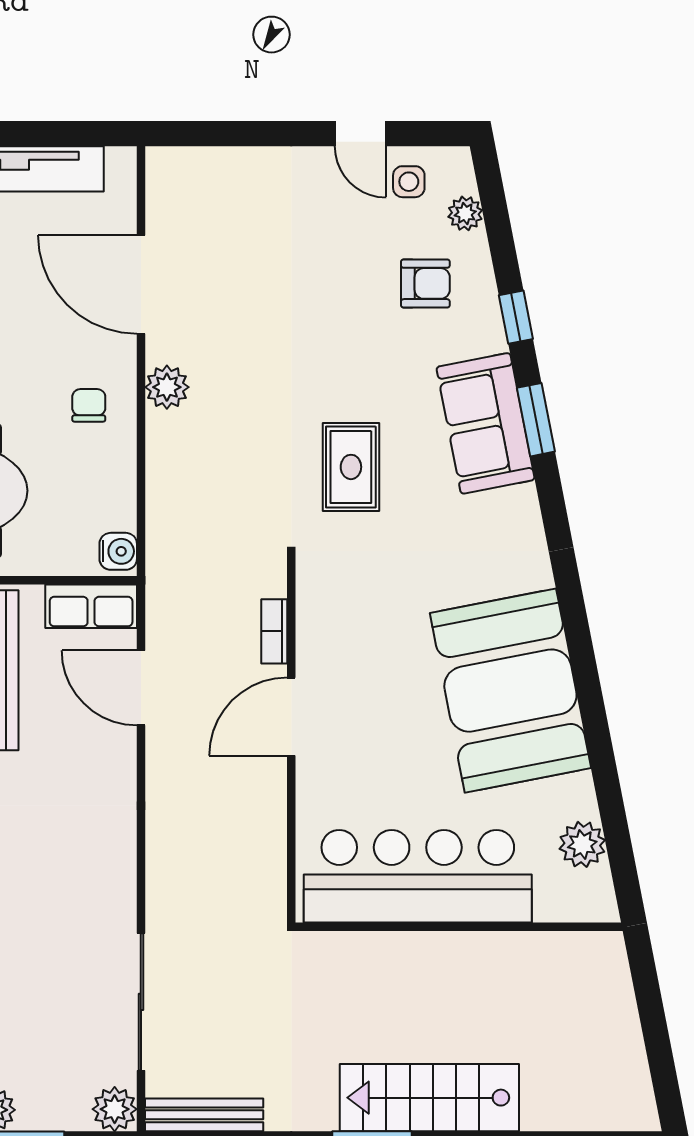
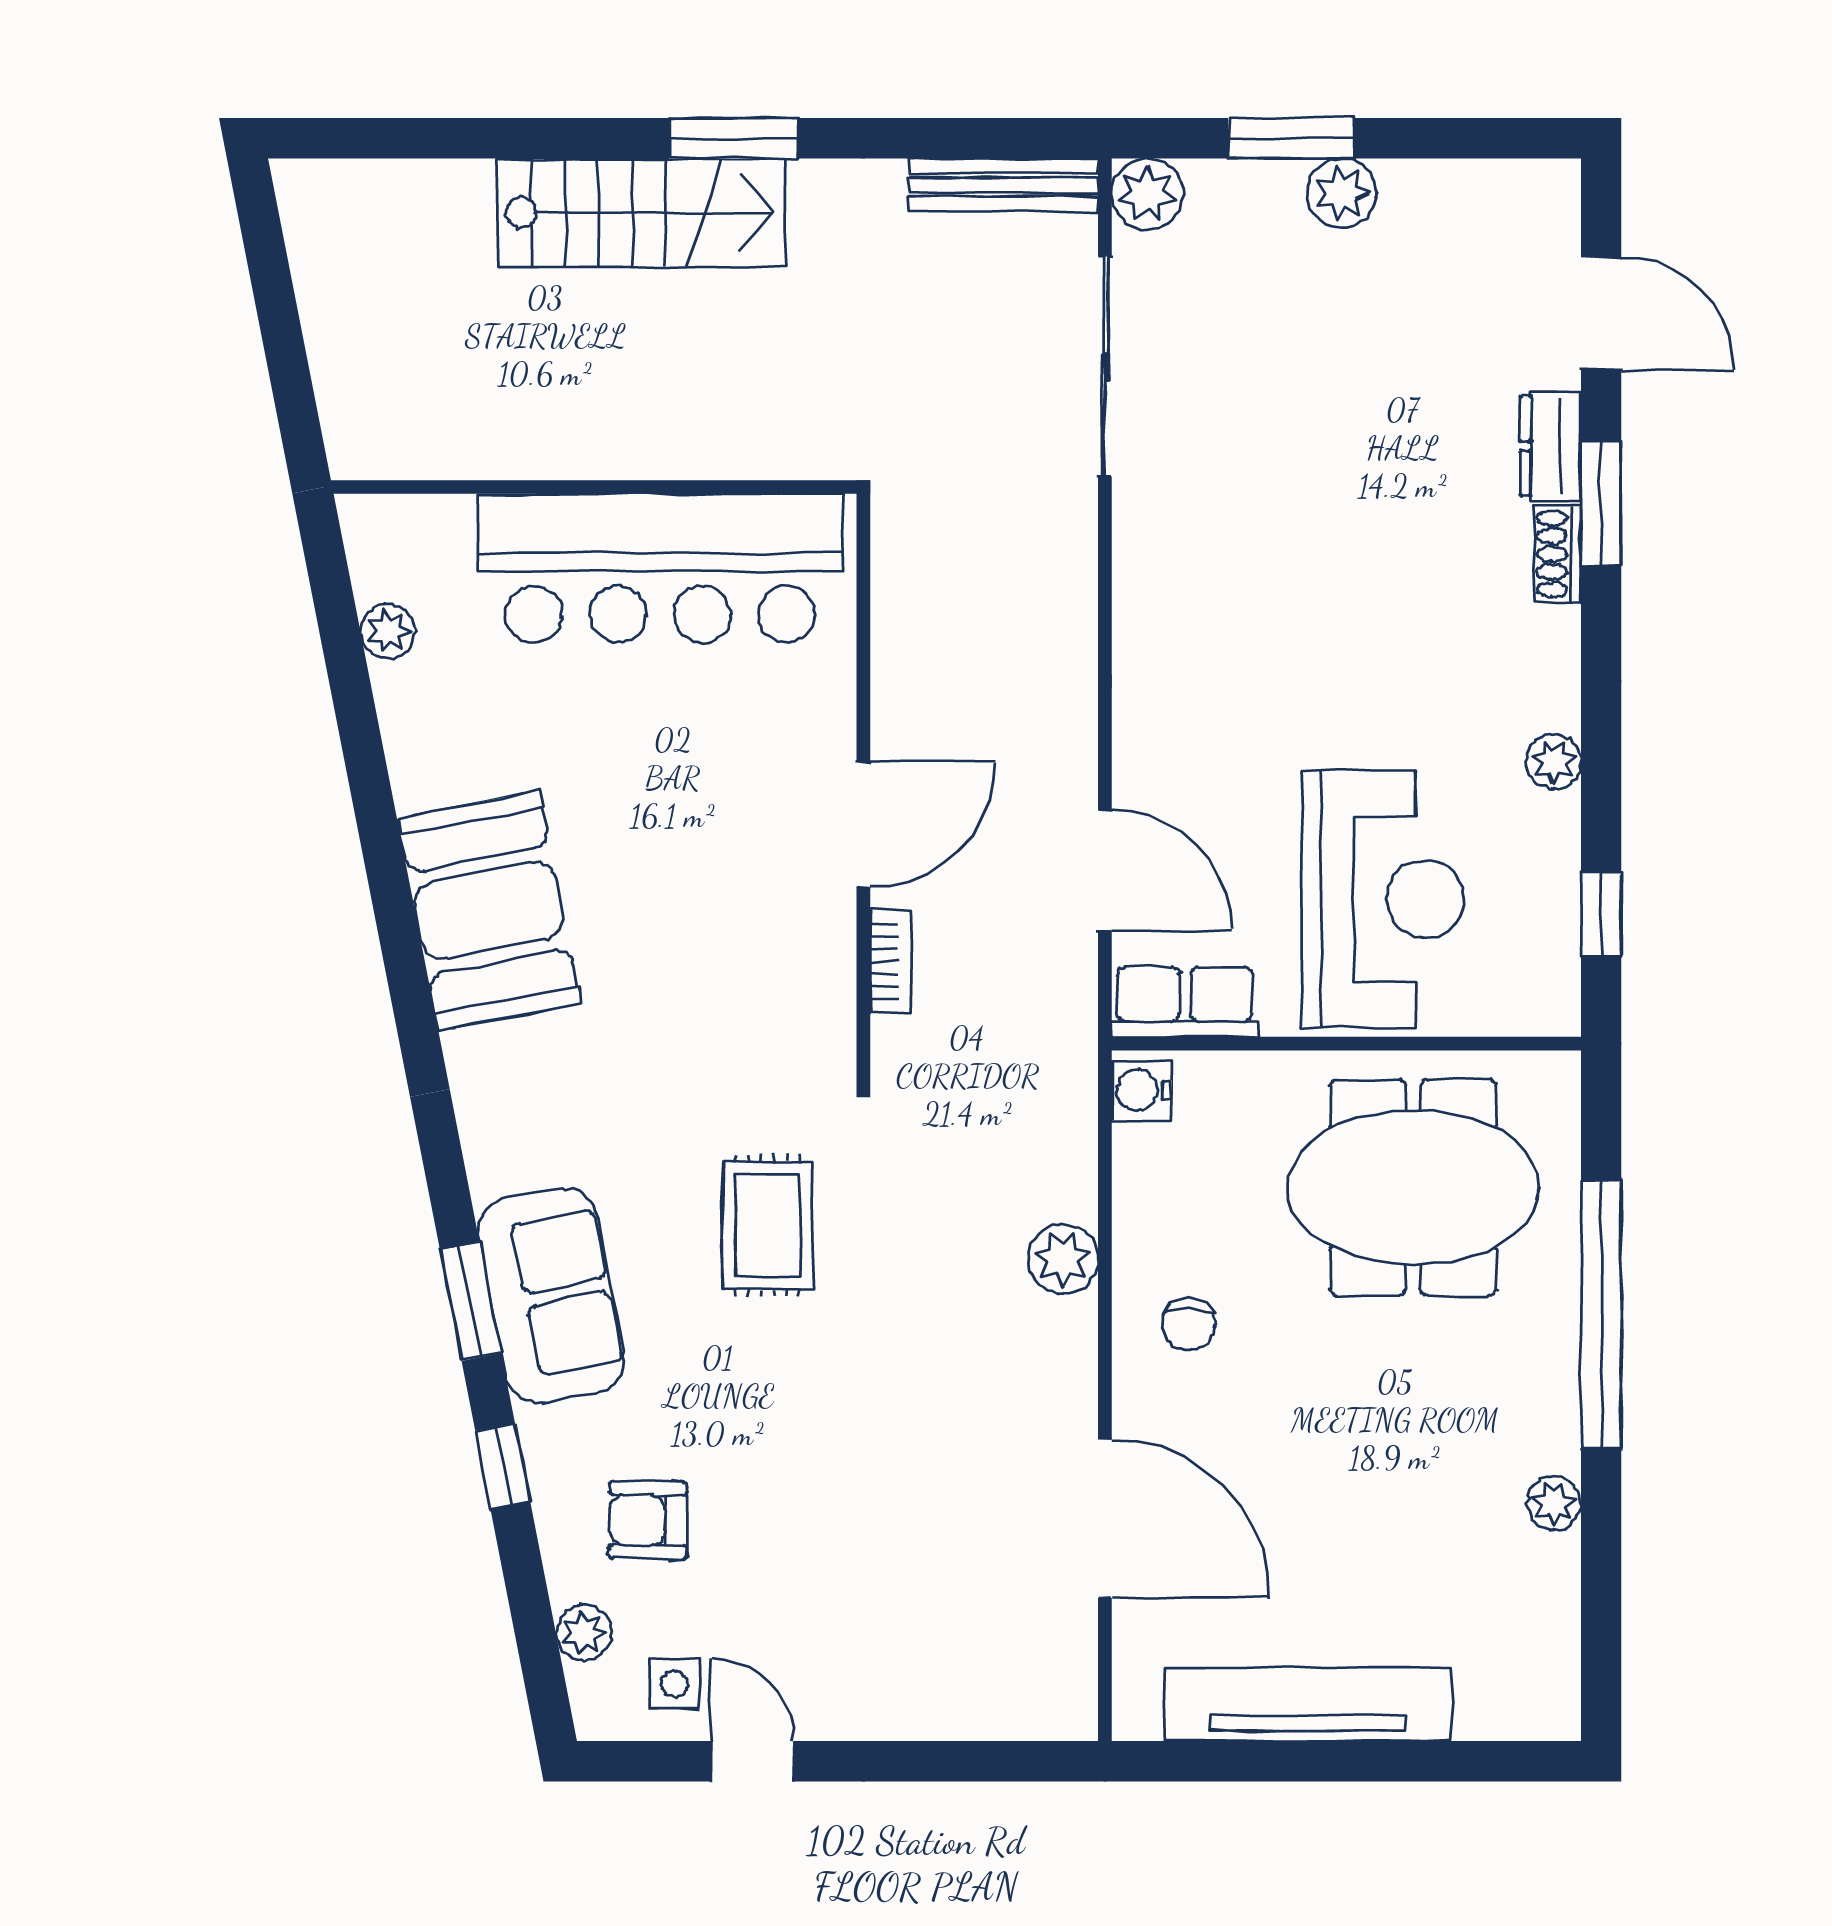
plant: (167, 387) -> (1063, 1259), moved
booth: (510, 691) -> (489, 911), width x0.73, depth x0.70
plant: (582, 844) -> (388, 631), width x0.73, depth x0.73

